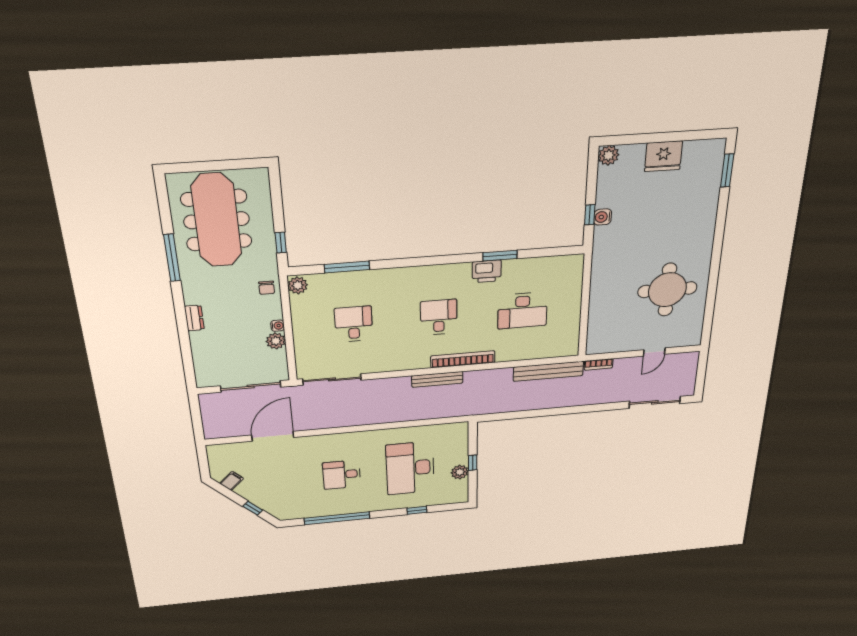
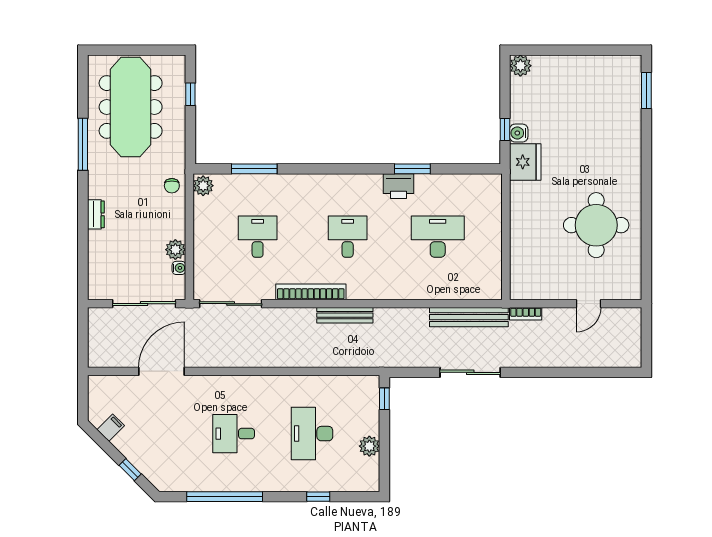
fridge: (663, 156) -> (525, 162), moved, turned -90
window: (281, 243) -> (190, 94), moved
desk: (522, 311) -> (438, 237), turned 180
water cooler: (278, 326) -> (179, 268), moved
bookcase: (463, 359) -> (311, 292), moved
sliding door: (655, 402) -> (470, 372), moved
window: (473, 463) -> (384, 399), moved
desk: (410, 468) -> (312, 434), width x0.73, depth x0.77

